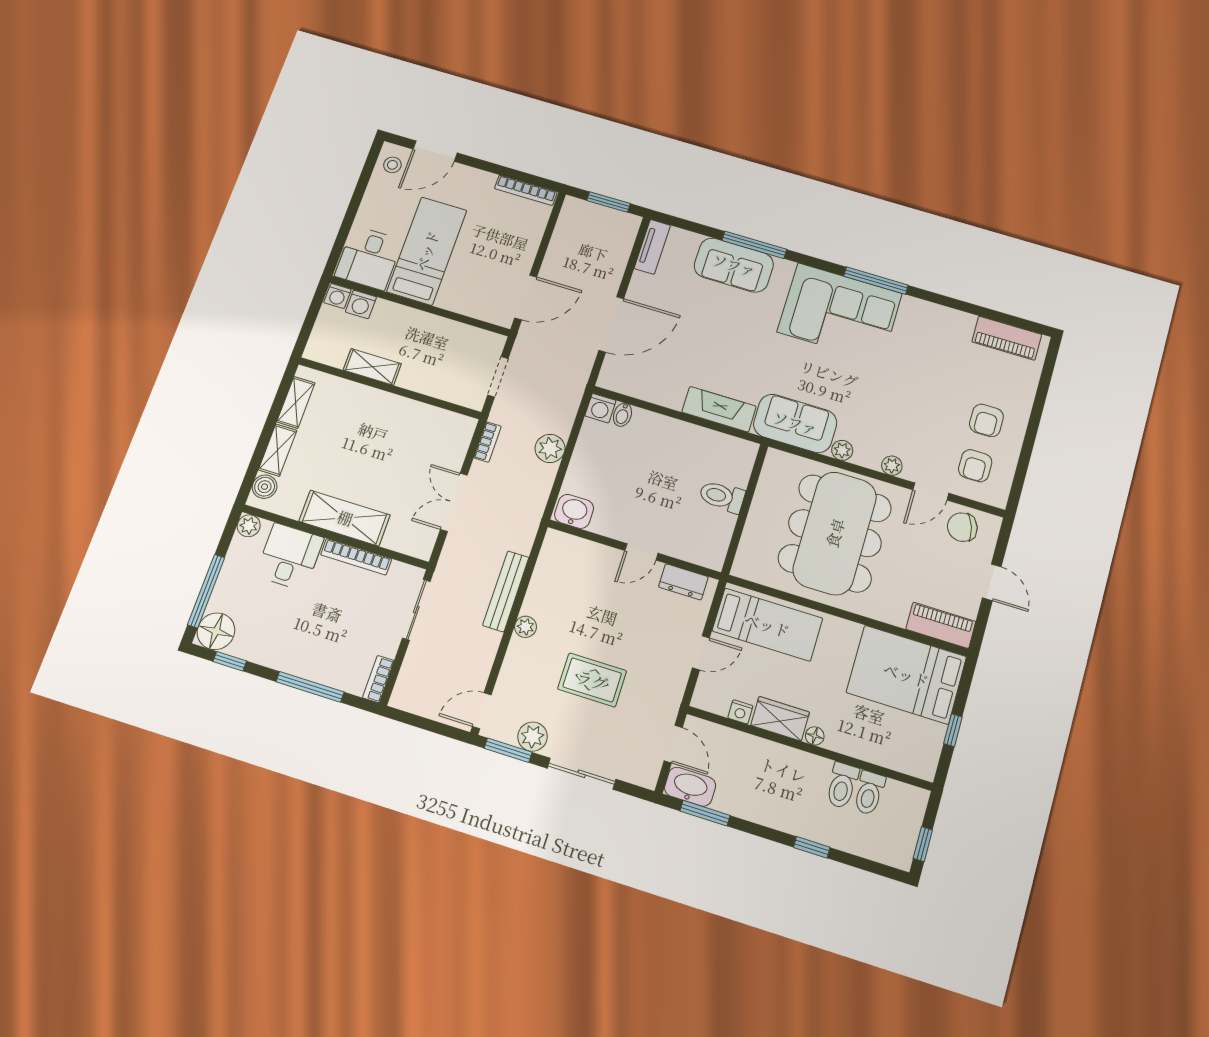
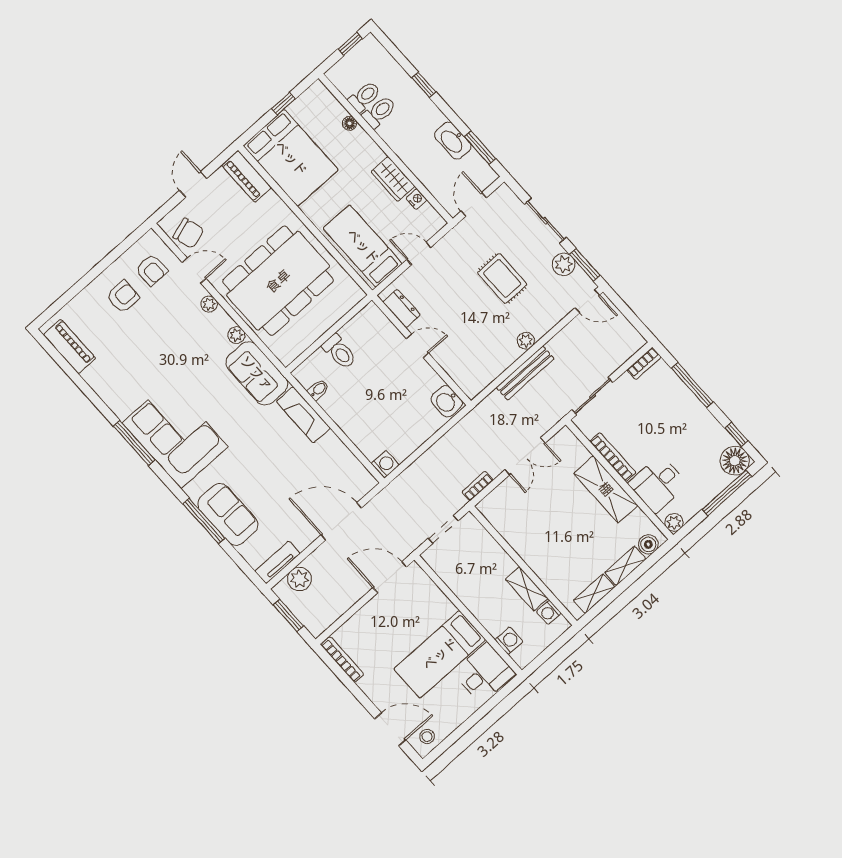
washing machine: (338, 296) -> (549, 612), moved, turned 180
bidet: (623, 415) -> (318, 390), moved
plant: (550, 448) -> (299, 579), moved
armchair: (975, 466) -> (152, 270), turned 90
floor lamp: (815, 736) -> (349, 123), moved
washbasin: (690, 787) -> (453, 141), moved

